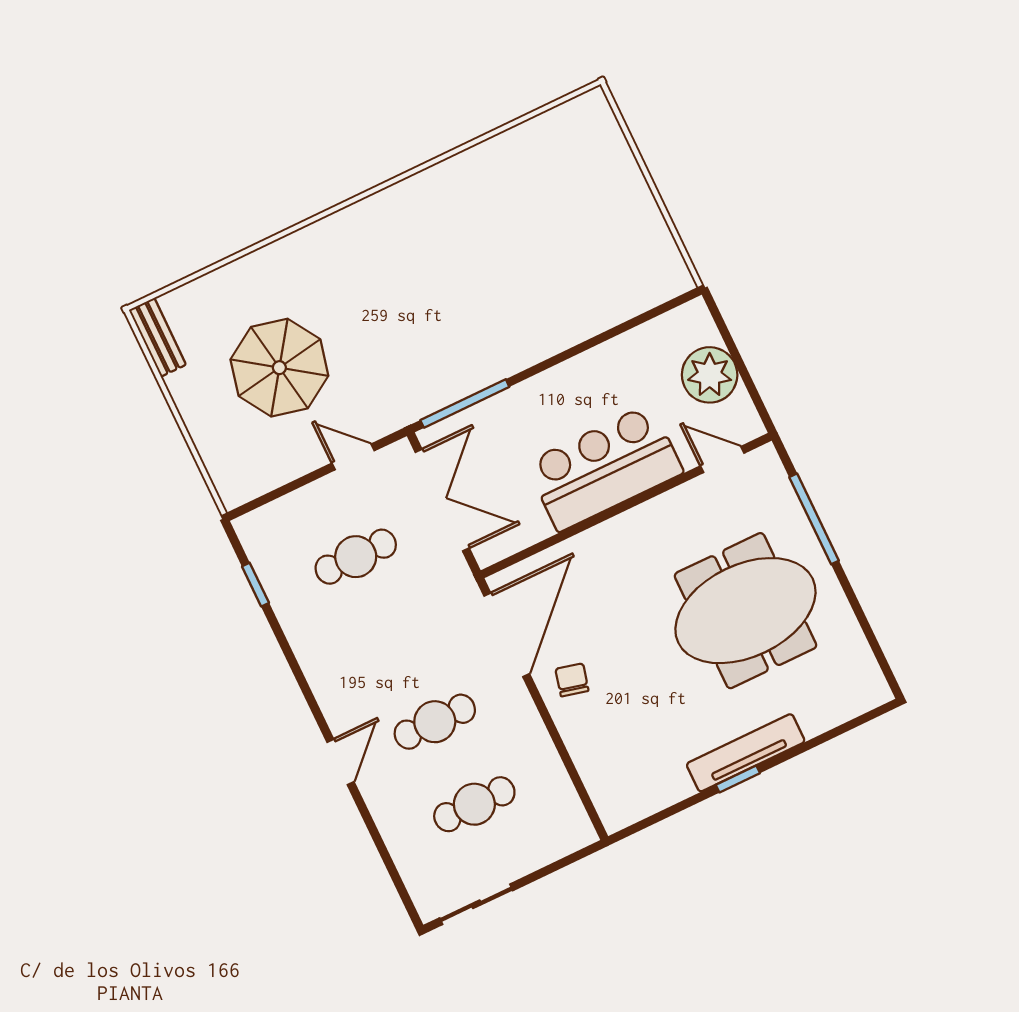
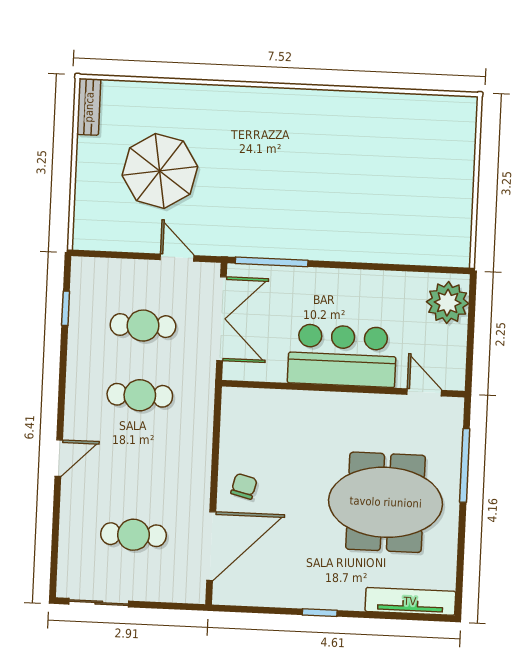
plant: (710, 375) -> (448, 303), moved
door: (507, 635) -> (211, 546), moved
cafe table: (435, 722) -> (140, 395), moved
tv unit: (746, 753) -> (410, 601), moved

